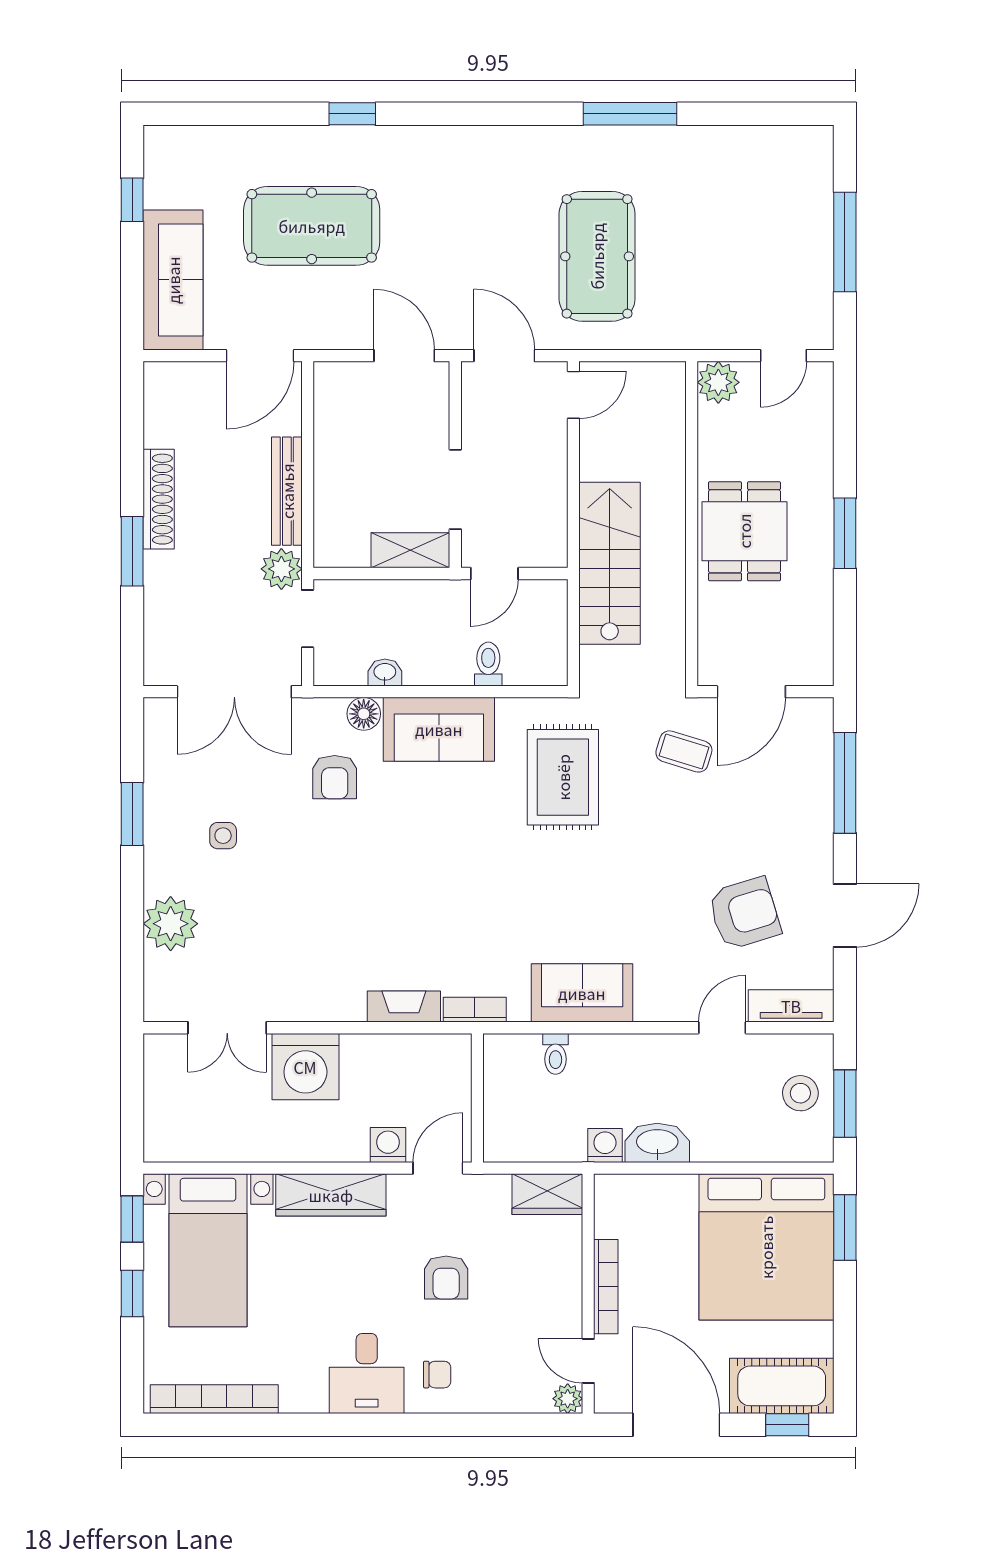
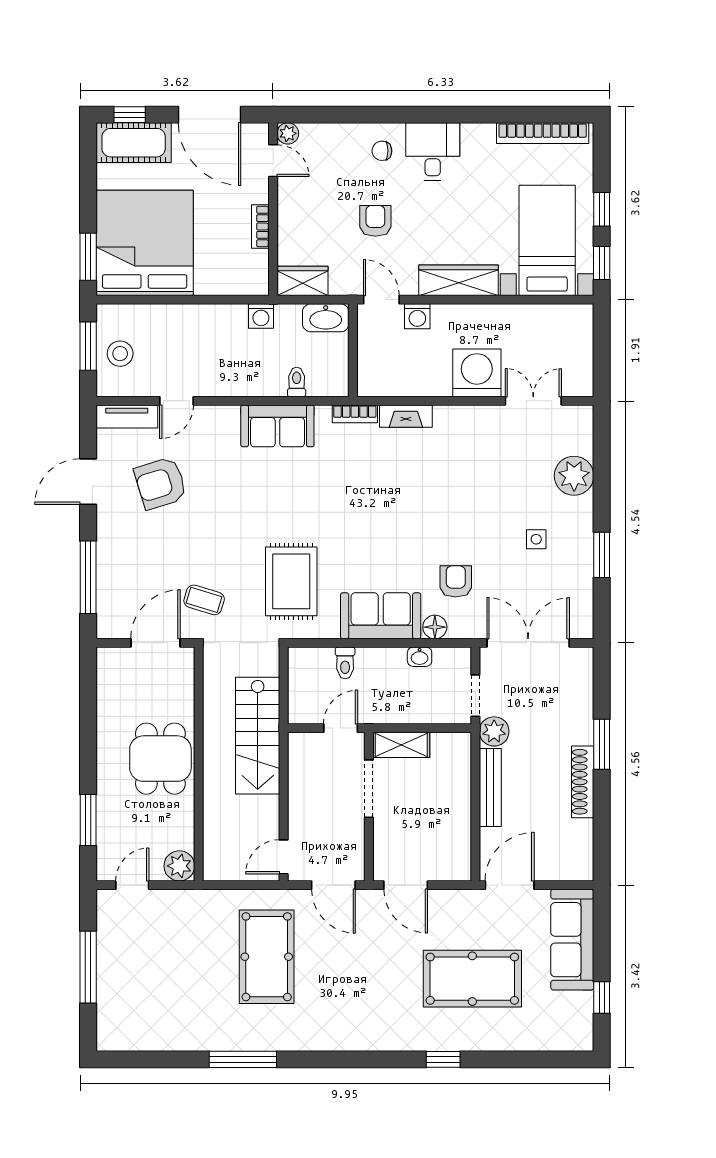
window: (845, 533) -> (88, 820), moved
washbasin: (657, 1143) -> (326, 318), moved
door: (438, 1168) -> (381, 300), swing flipped
bookcase: (606, 1287) -> (260, 227), width x0.64

